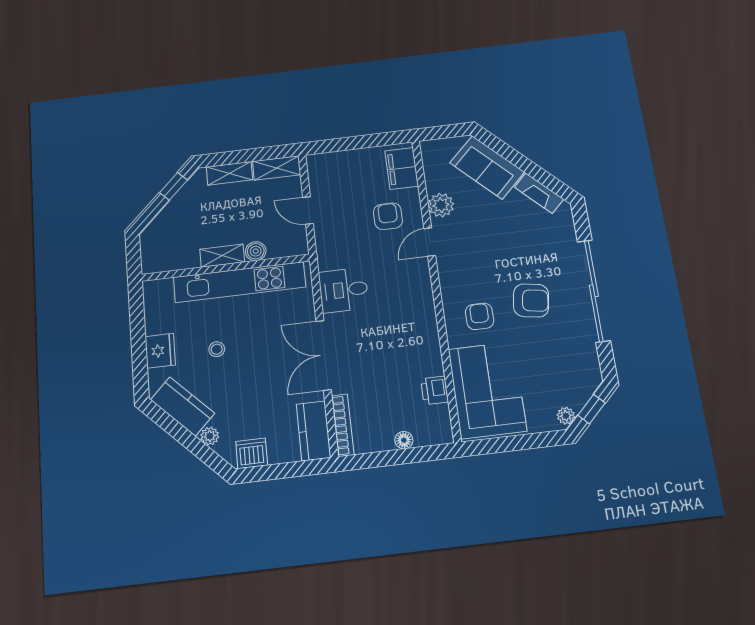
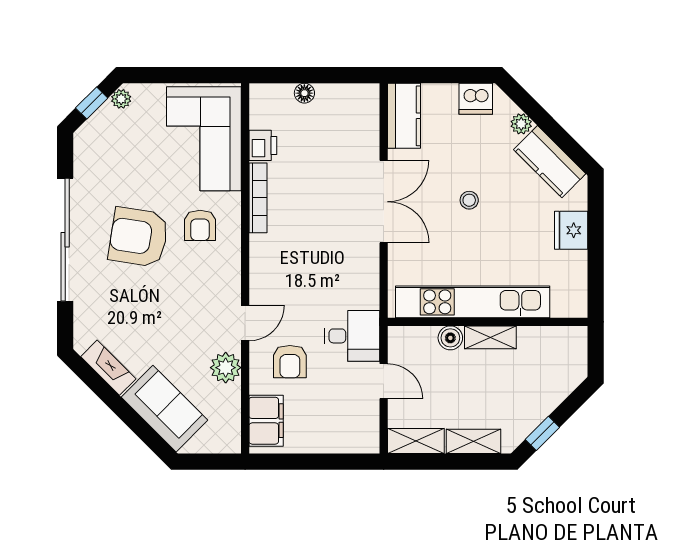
desk: (344, 290) -> (352, 336), moved
armchair: (531, 300) -> (138, 237), width x1.36, depth x1.36
stool: (217, 349) -> (469, 200), moved
bookcase: (343, 425) -> (258, 198), moved, turned 180

